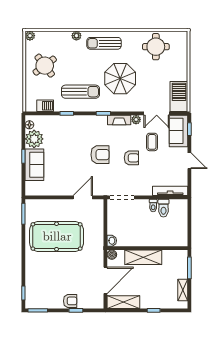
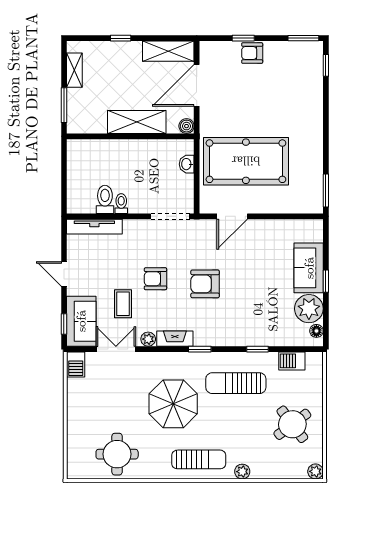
barbecue: (179, 96) -> (76, 364), width x0.53, depth x0.65
pool table: (57, 236) -> (246, 161), moved
washbasin: (112, 241) -> (187, 164), moved

